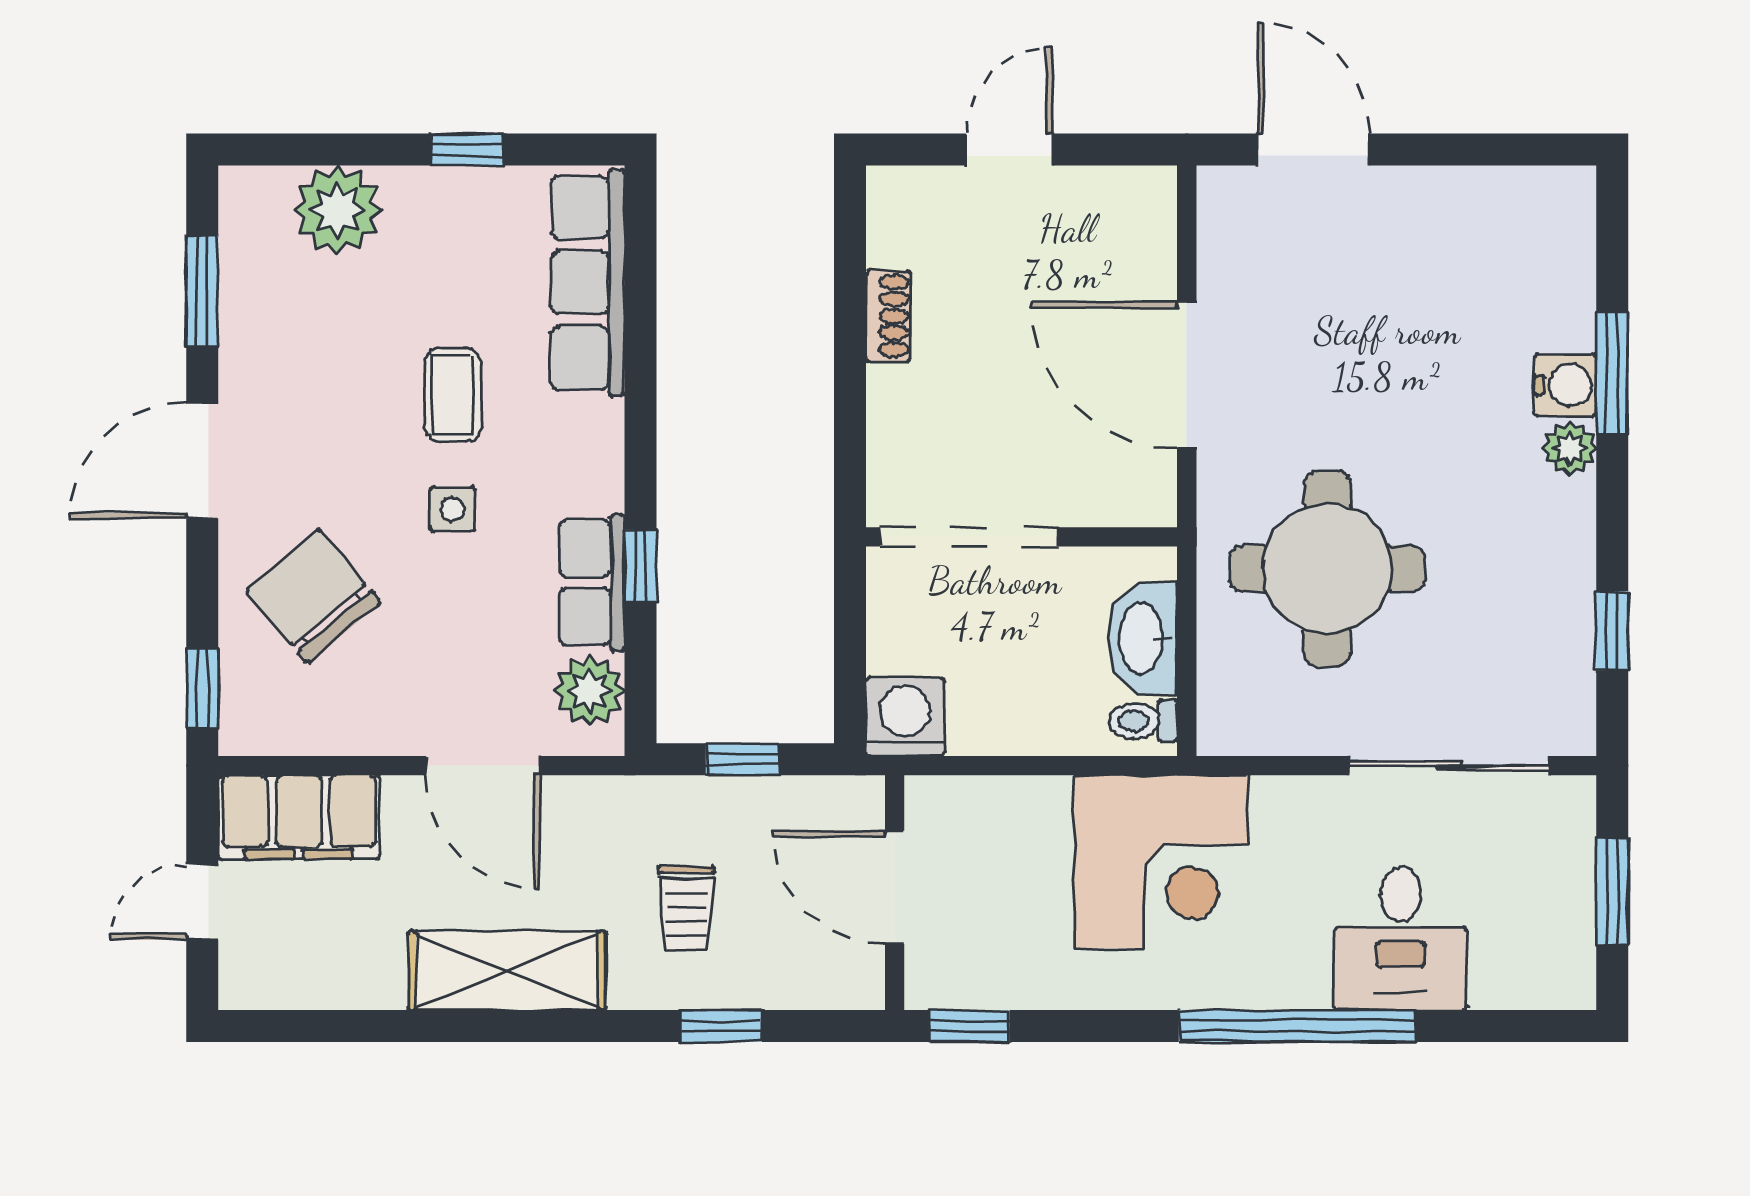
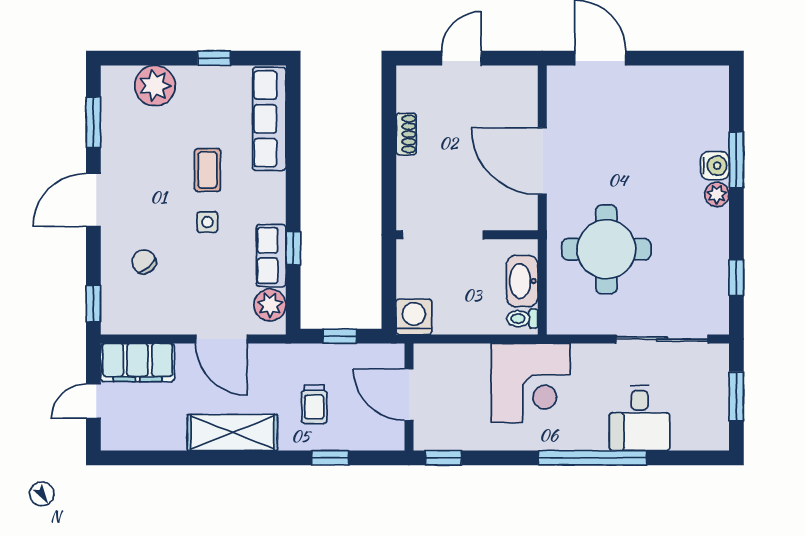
chair: (313, 596) -> (144, 262), width x0.54, depth x0.54

